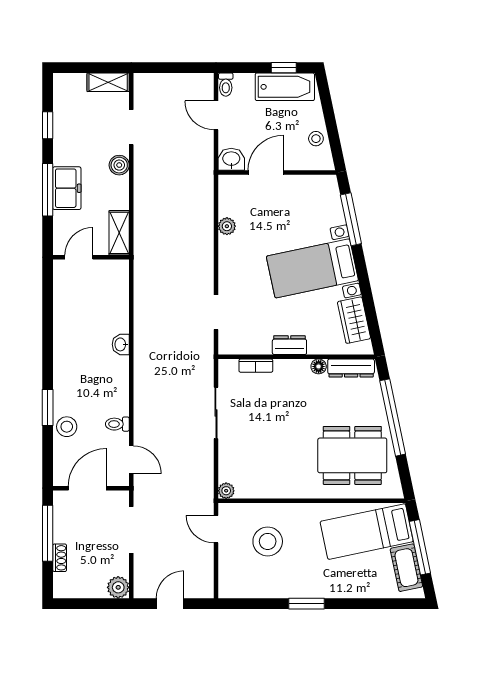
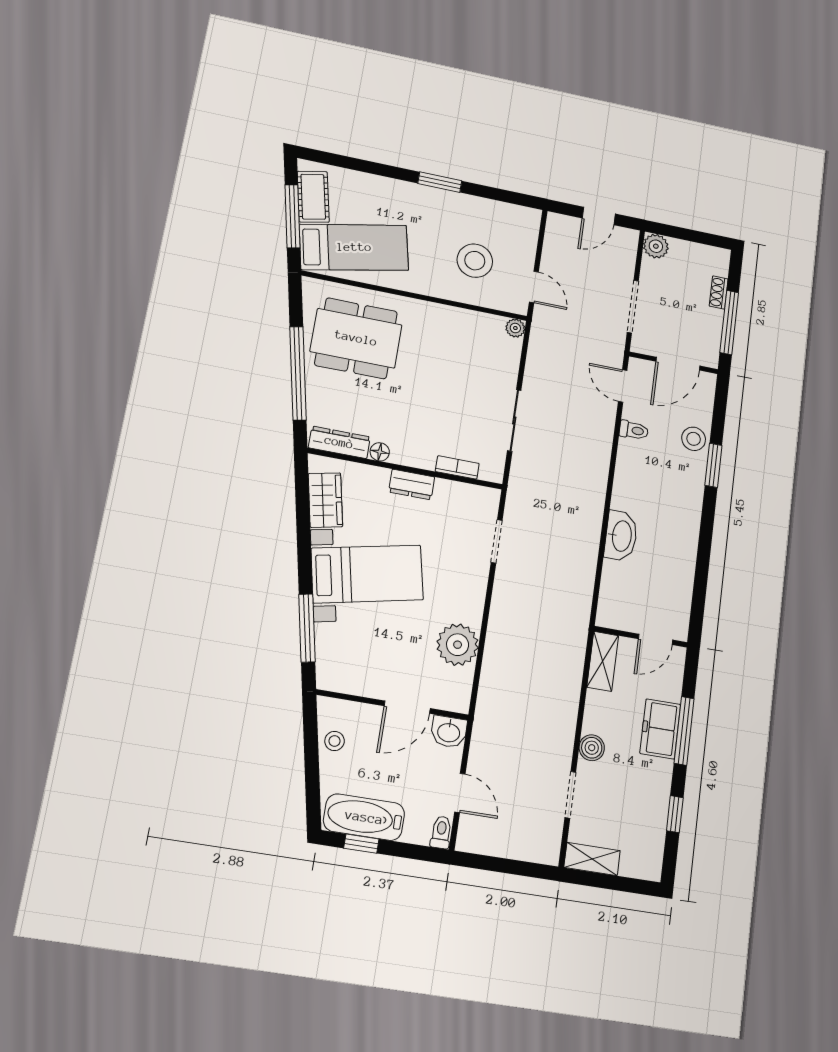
plant: (227, 226) -> (458, 645), width x1.88, depth x1.88
washbasin: (121, 344) -> (621, 536), width x1.91, depth x1.45

